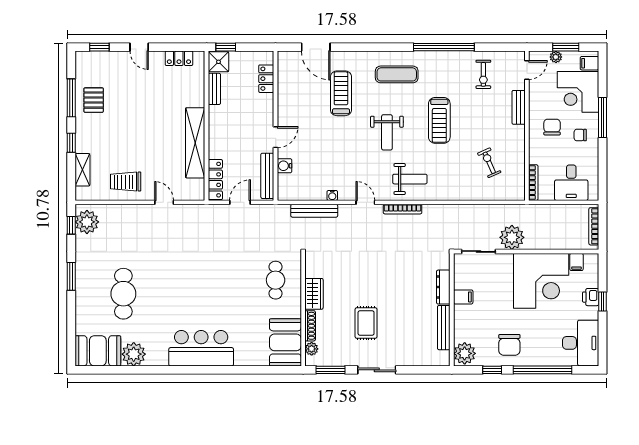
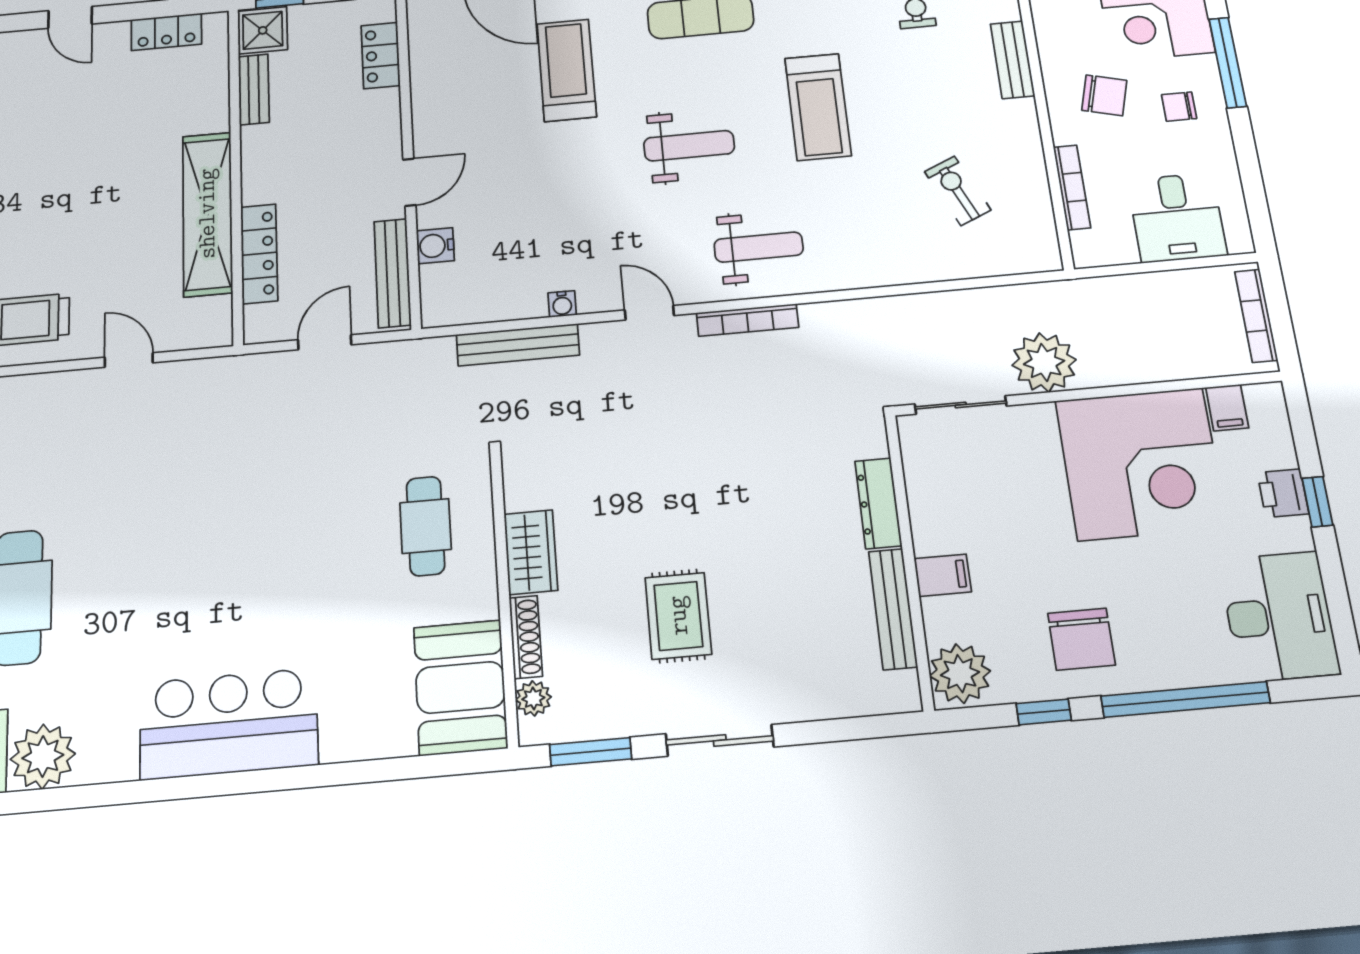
chair: (552, 127) -> (1104, 95), turned 105
weight bench: (387, 132) -> (689, 146), turned -90
locker: (215, 180) -> (259, 254), moved
bookcase: (533, 183) -> (1072, 187), moved
filing cabinet: (463, 297) -> (943, 575), moved

